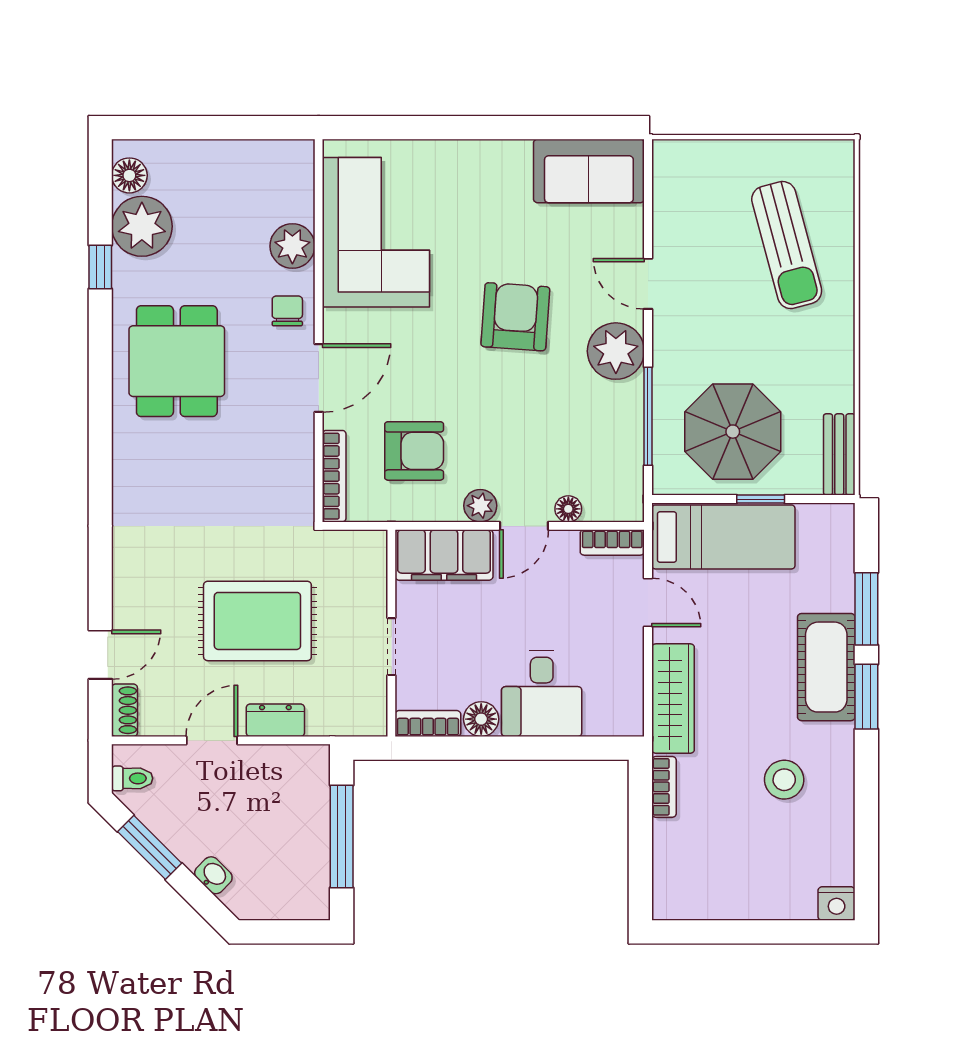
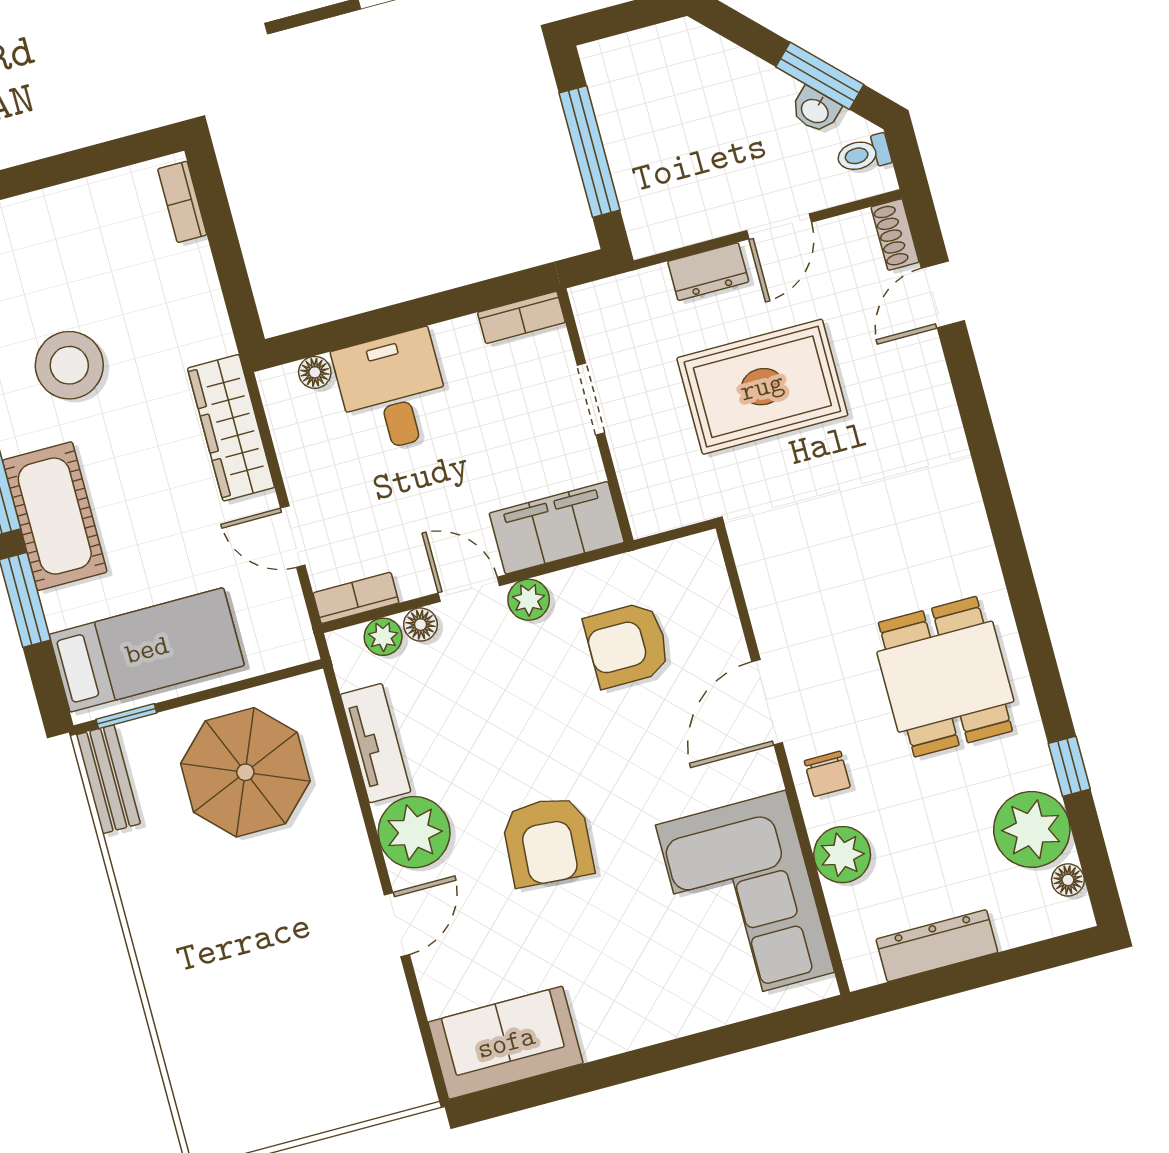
dresser: (239, 157) -> (937, 946), added
floor lamp: (129, 175) -> (1068, 880), width x0.73, depth x0.73
sun lounger: (787, 245) -> (241, 1017), removed
door: (648, 284) -> (397, 925), hinge flipped
window: (648, 416) -> (354, 763), removed
tv unit: (627, 427) -> (375, 743), added
bookcase: (334, 476) -> (716, 588), removed
window: (761, 499) -> (126, 716), moved
plant: (599, 507) -> (383, 637), added
door: (524, 526) -> (469, 589), hinge flipped
bed: (723, 537) -> (147, 650), moved, turned 180
floor lamp: (481, 719) -> (315, 372), moved, width x0.73, depth x0.73
stool: (784, 780) -> (69, 365), width x1.38, depth x1.38
bookcase: (664, 787) -> (182, 202), moved
washbasin: (213, 875) -> (815, 110), moved

